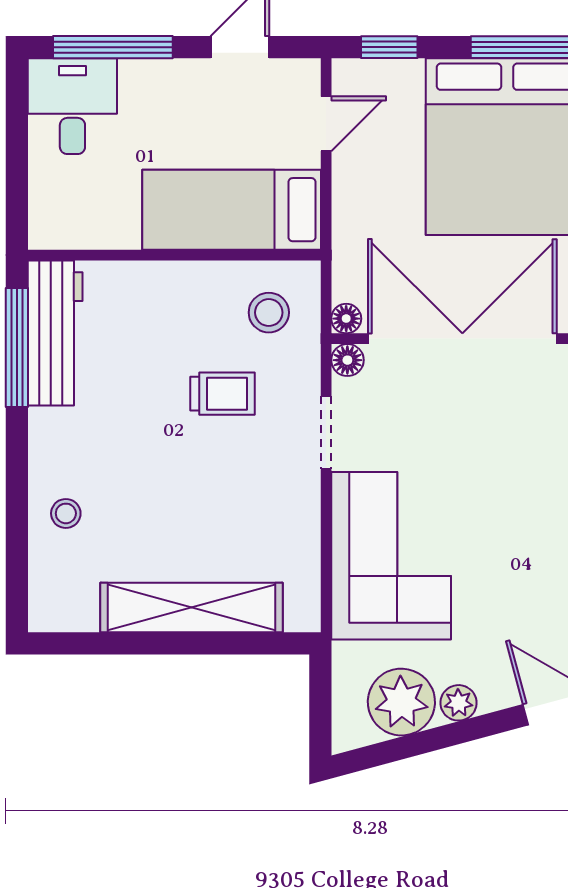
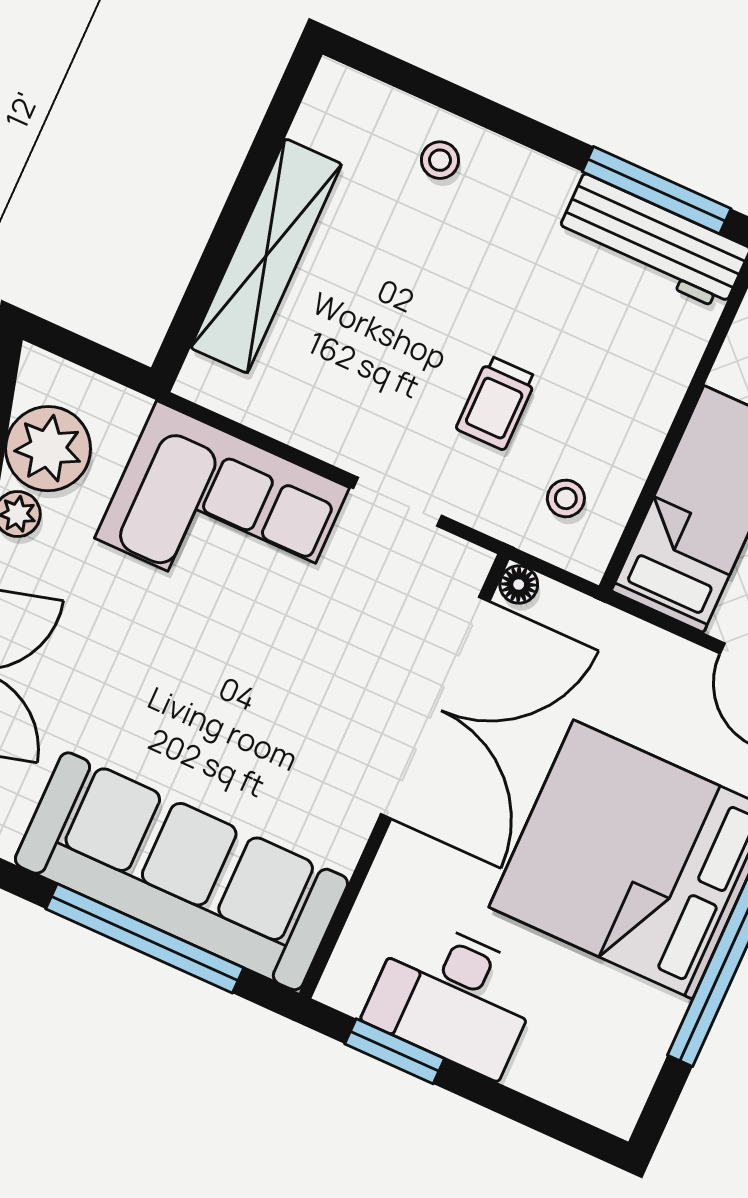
stool: (269, 313) -> (566, 498), width x0.73, depth x0.73
floor lamp: (347, 360) -> (470, 564), removed

